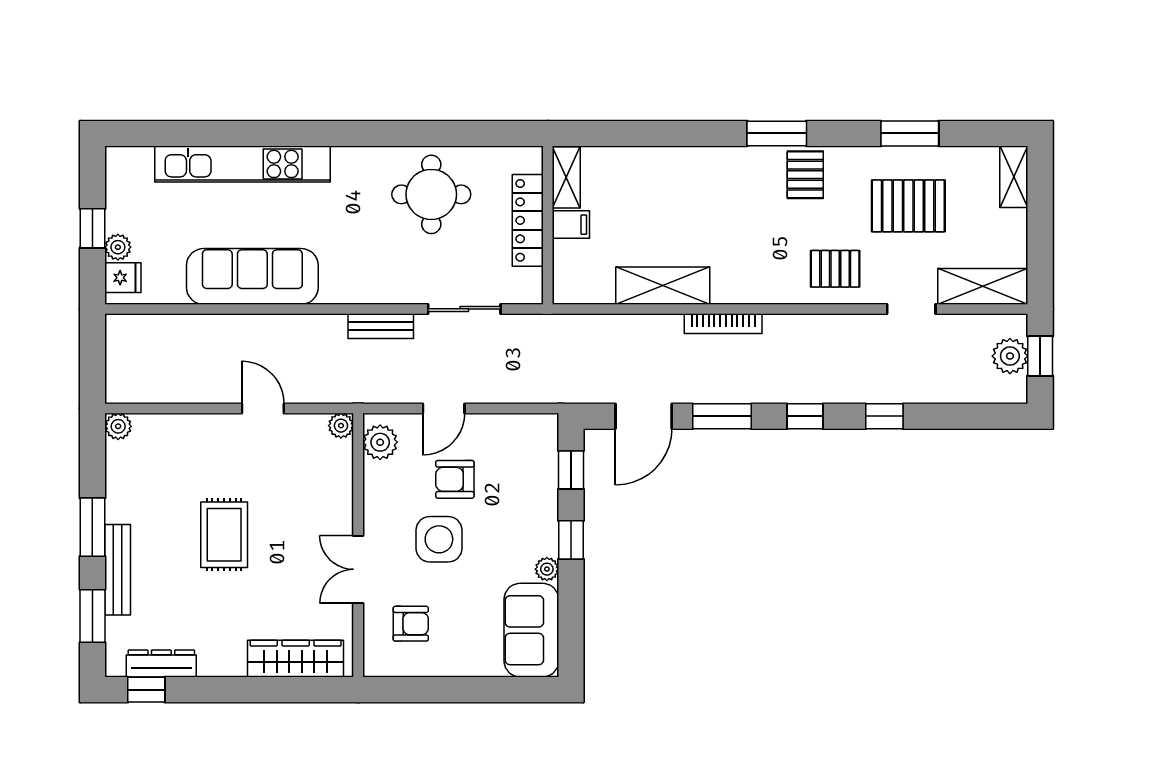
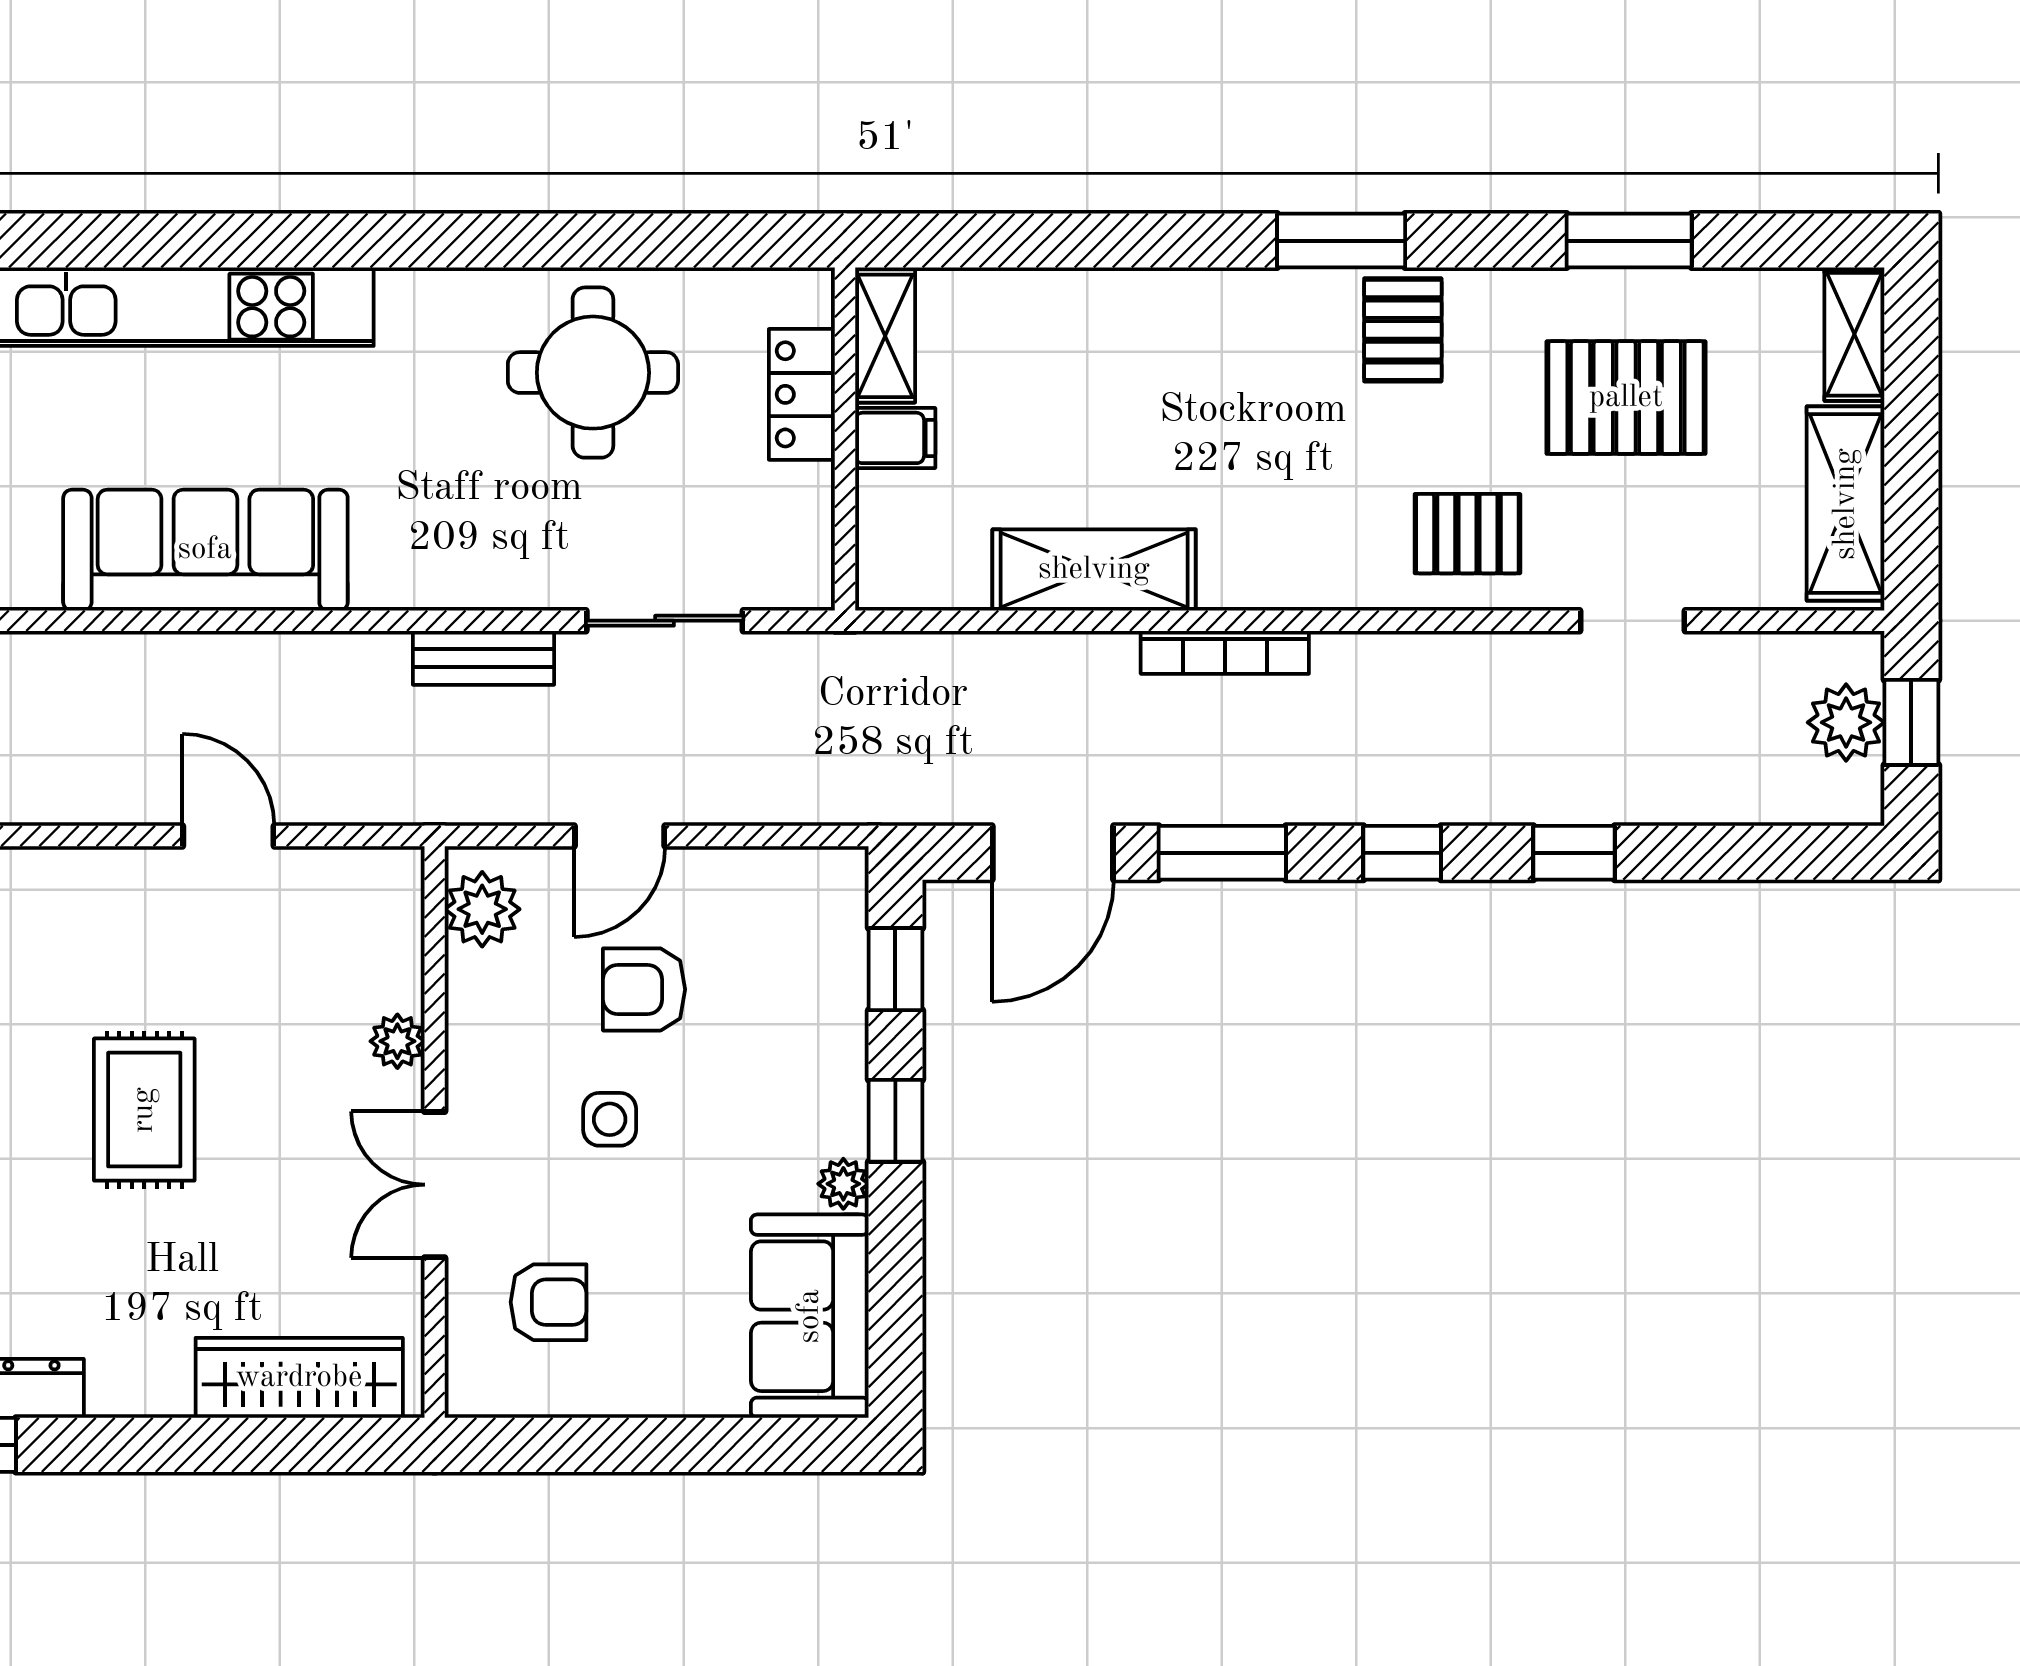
locker: (528, 220) -> (802, 394), width x0.66
shelving: (983, 286) -> (1846, 504), moved, turned 90
plant: (341, 426) -> (397, 1041), moved
side table: (439, 539) -> (610, 1119), width x0.54, depth x0.54

